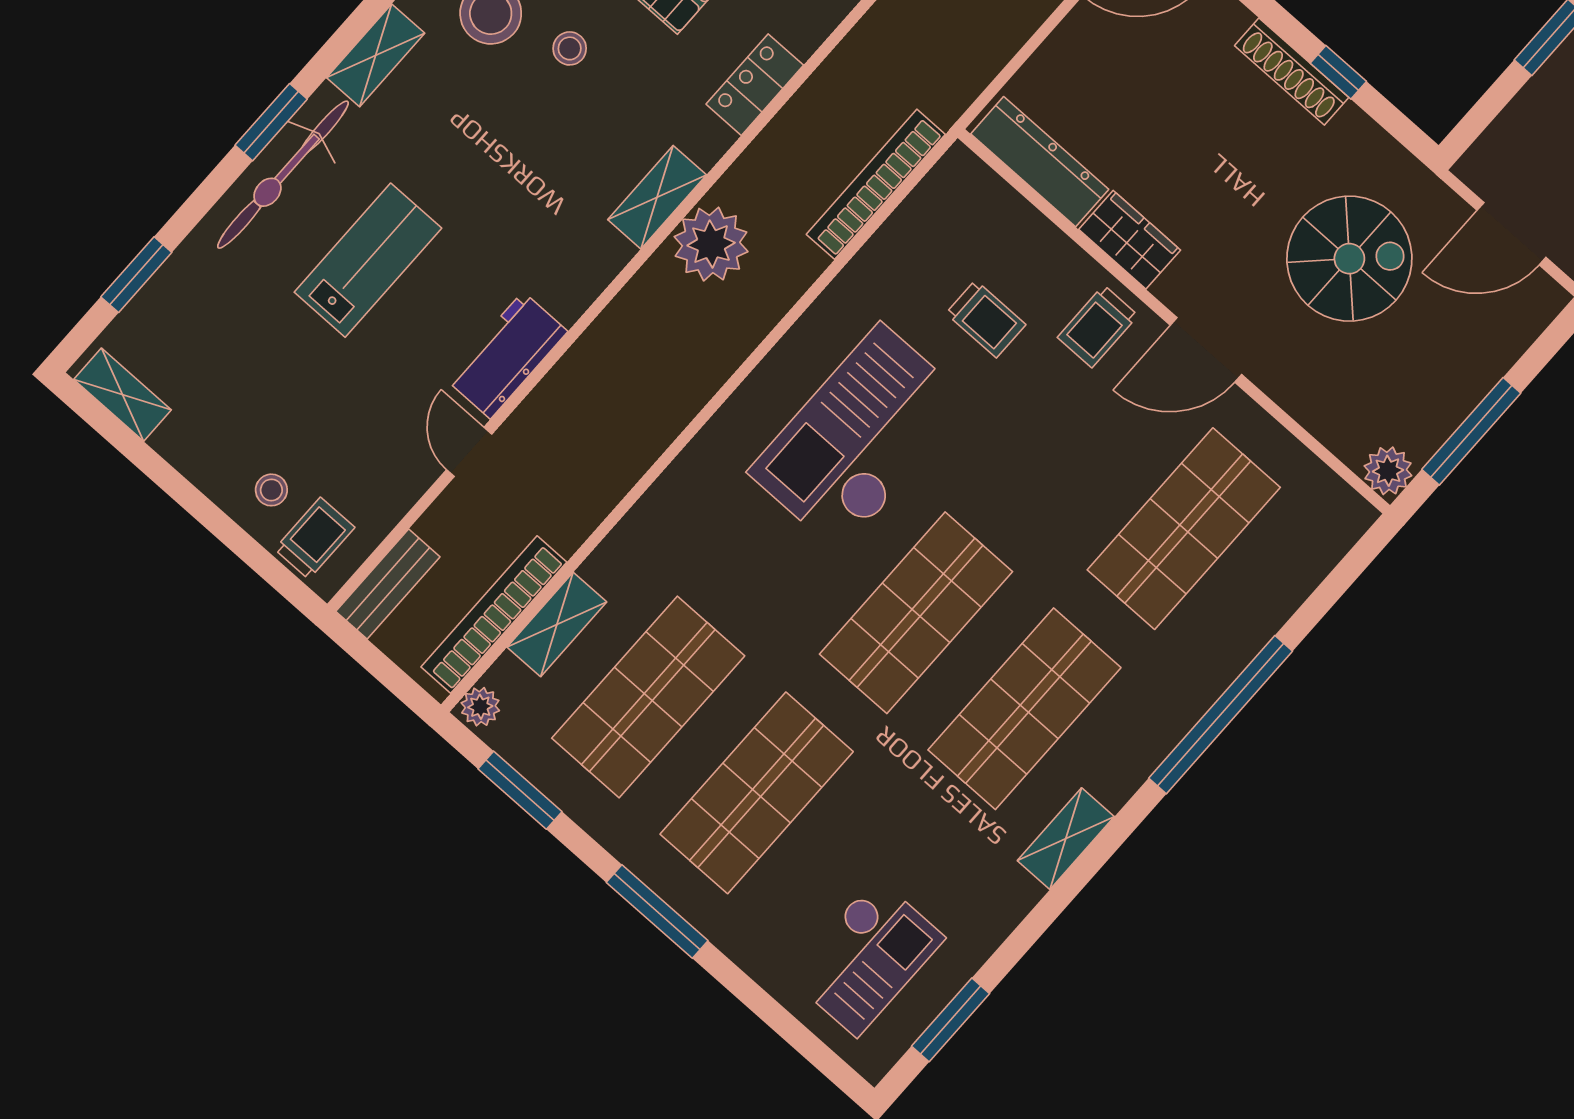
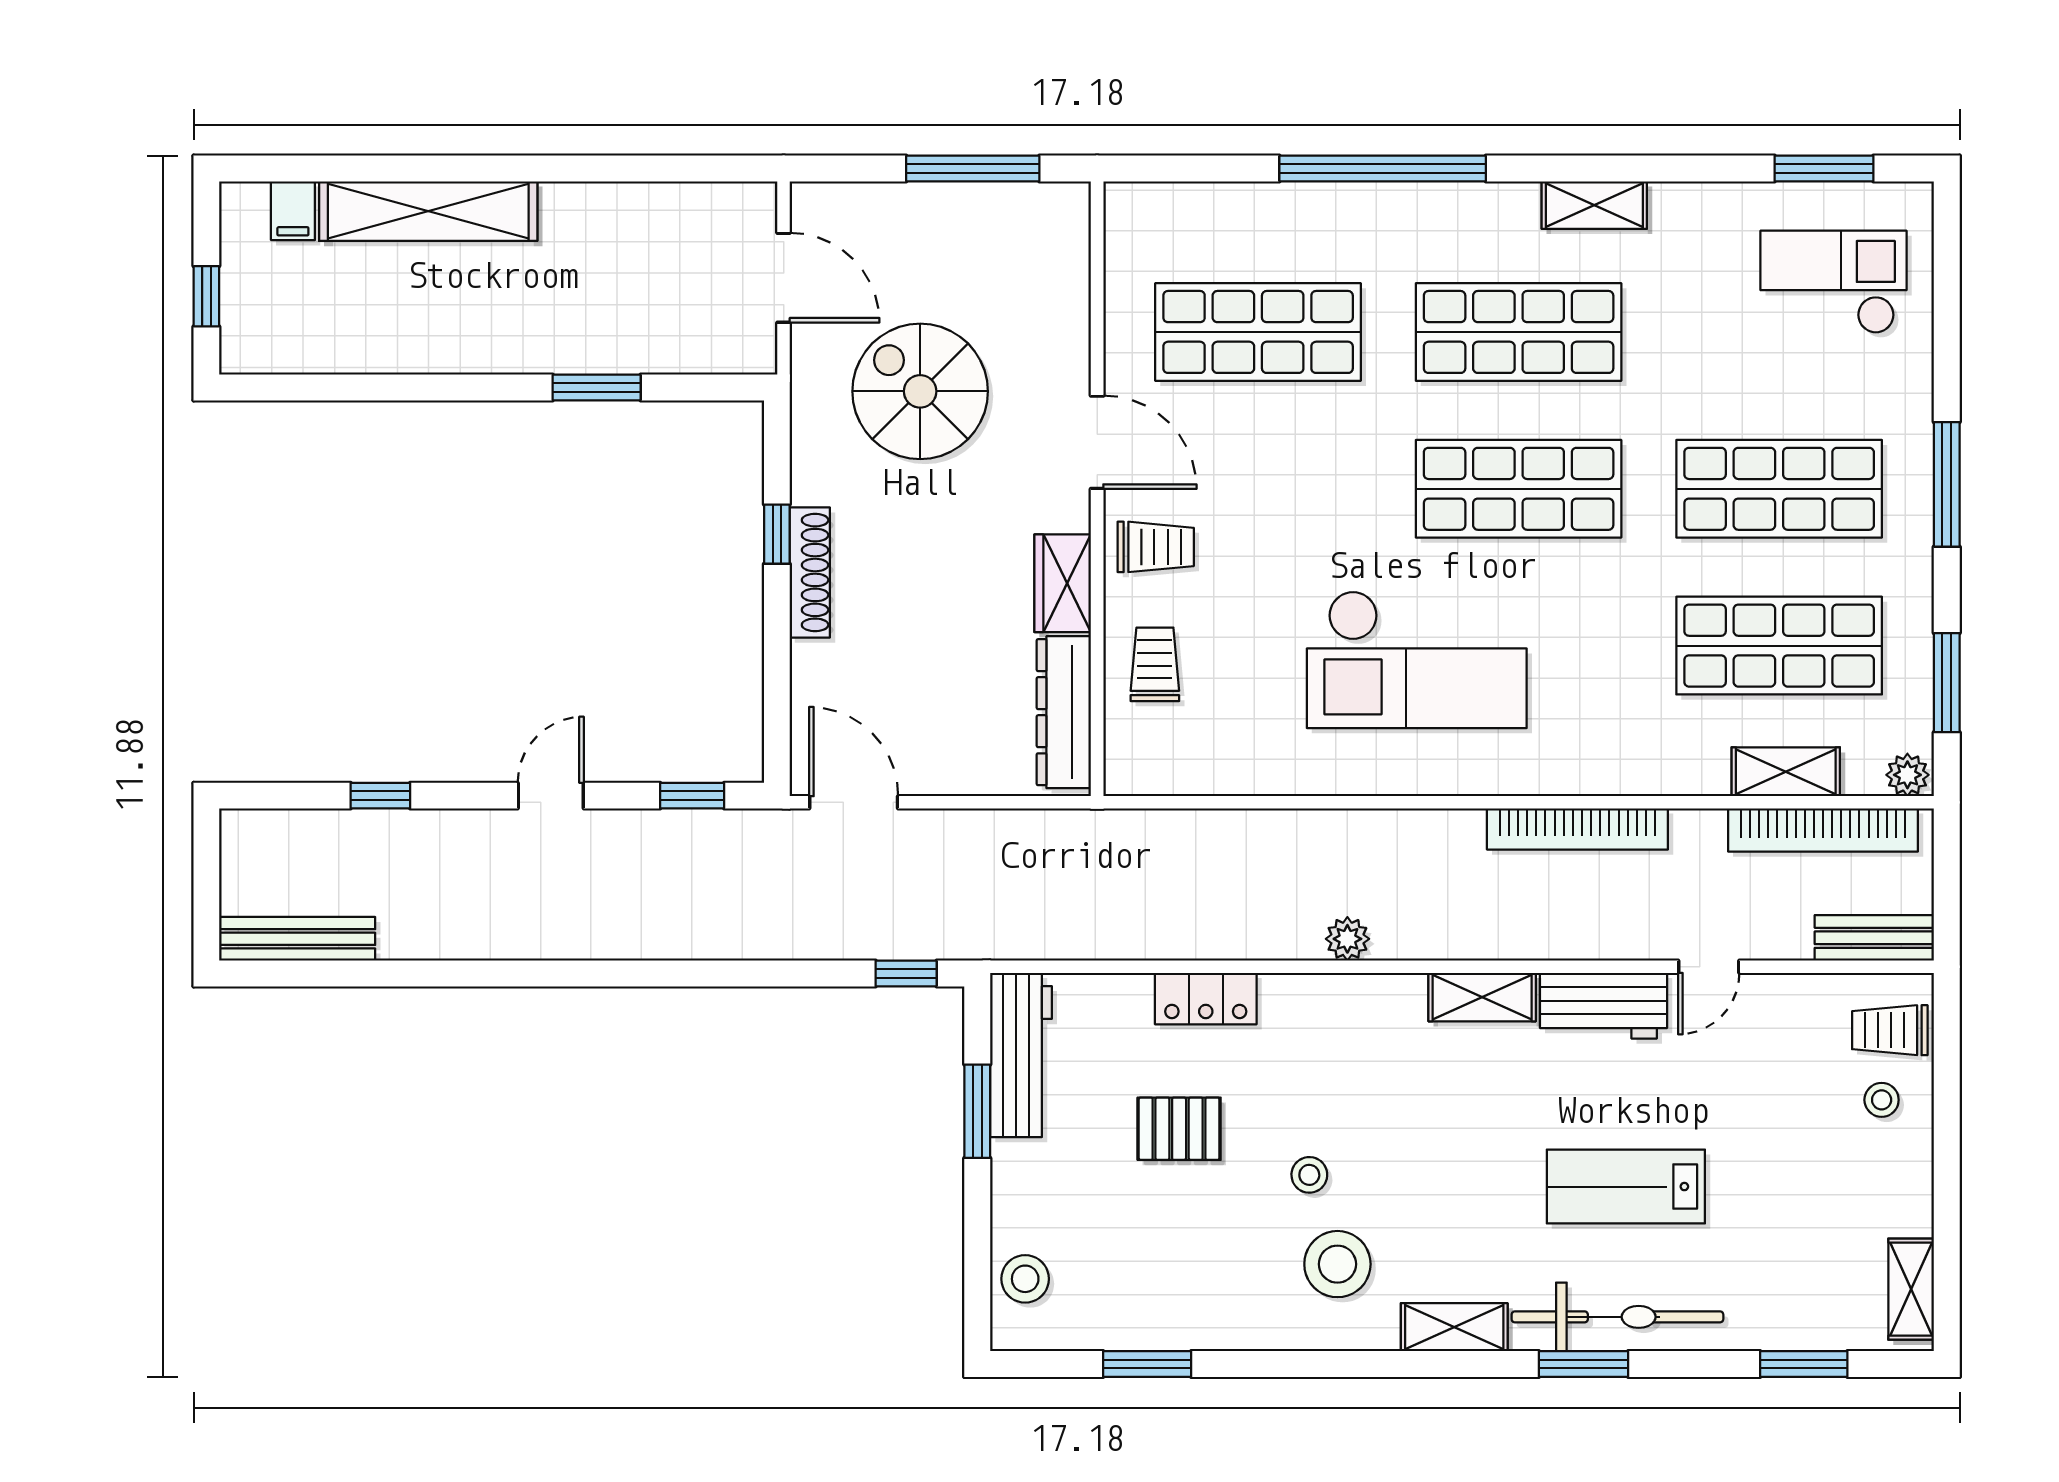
bookcase: (876, 184) -> (1577, 829), moved
shelving: (657, 197) -> (1482, 997), moved
plant: (711, 244) -> (1347, 939), width x0.53, depth x0.53
trolley: (986, 319) -> (1155, 664), moved
plant: (1388, 471) -> (1065, 208), removed

